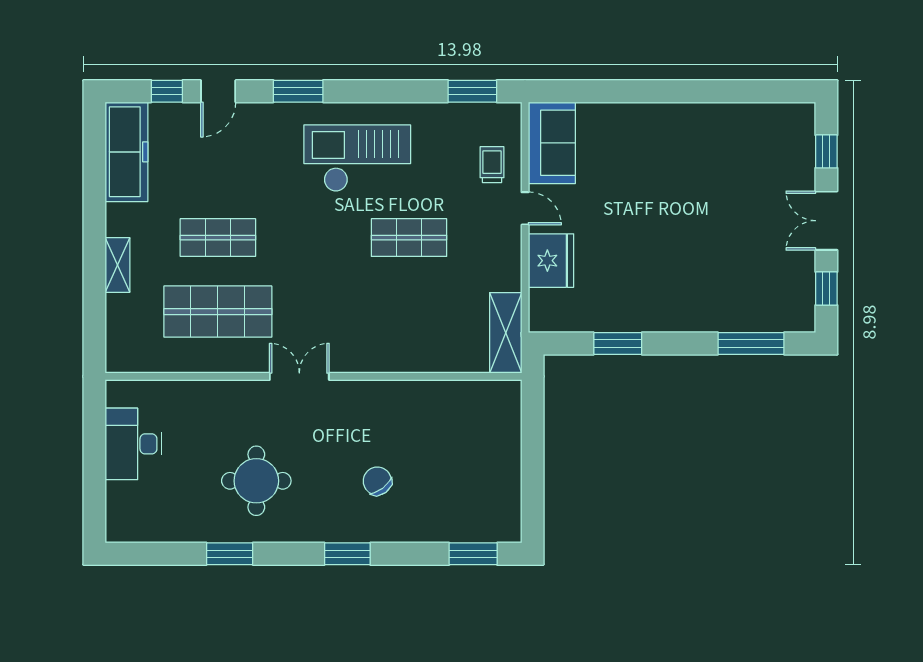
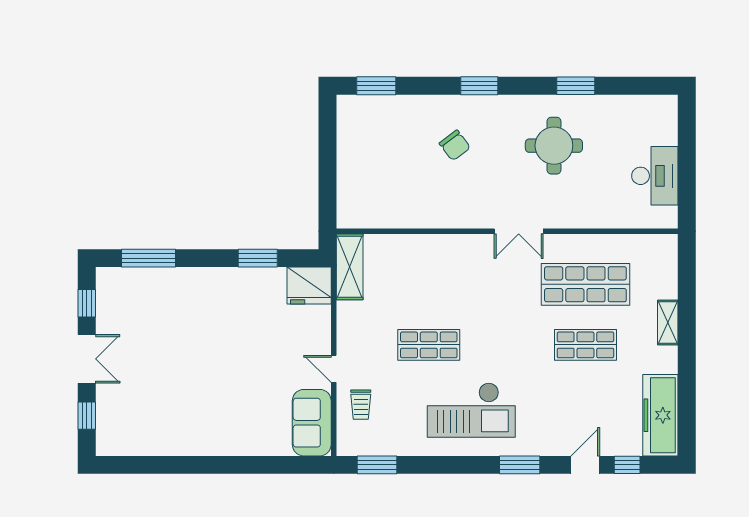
fridge: (551, 261) -> (309, 286), moved, turned -90

